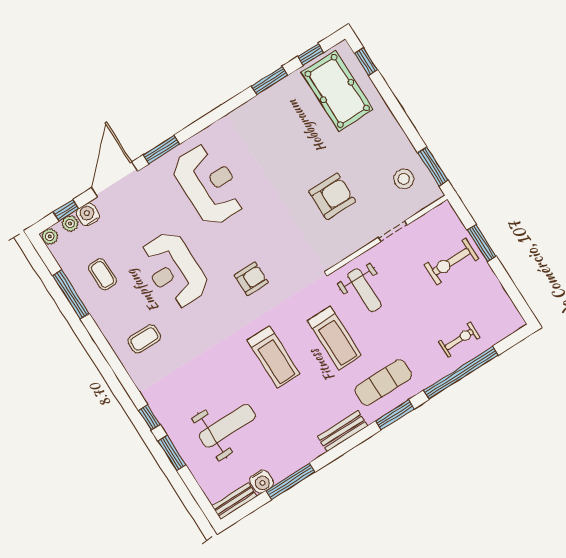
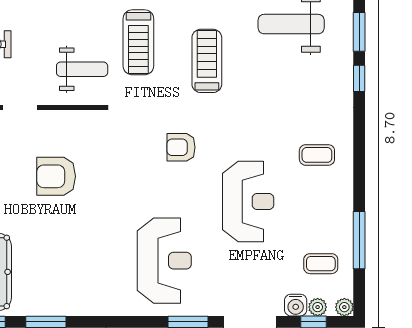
reception desk: (209, 185) -> (164, 261), turned 180
coffee table: (102, 274) -> (321, 264), moved, turned 90
weight bench: (364, 290) -> (82, 69), turned 90
treadmill: (335, 338) -> (138, 42), turned 180

